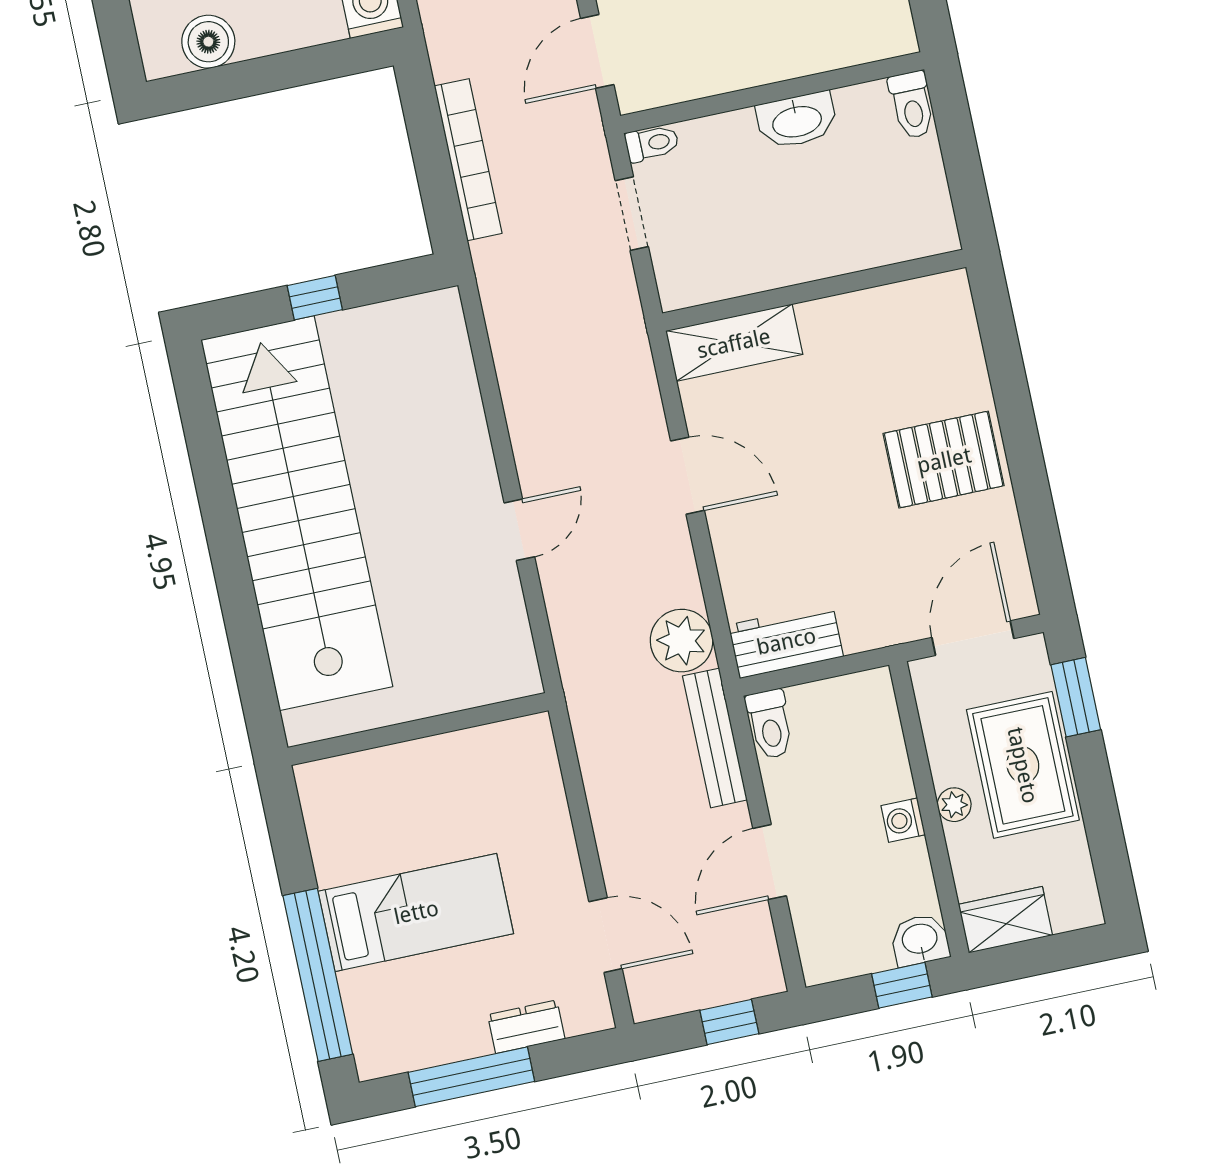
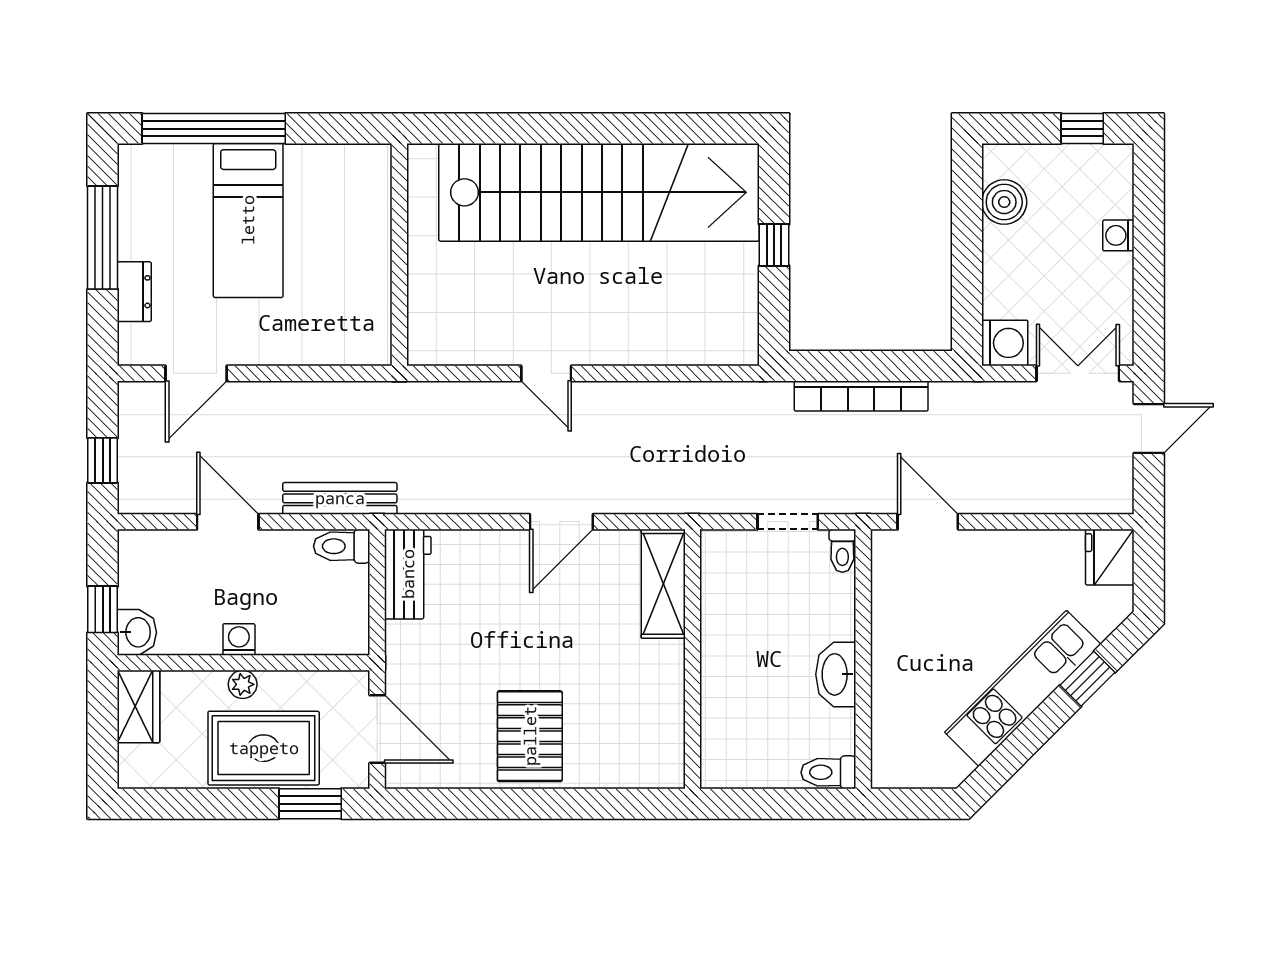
plant: (682, 641) -> (426, 488), removed

